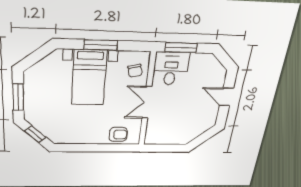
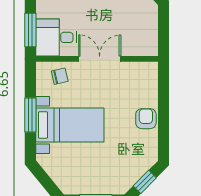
double door: (147, 102) -> (100, 59), swing flipped
armchair: (118, 134) -> (146, 119), moved

